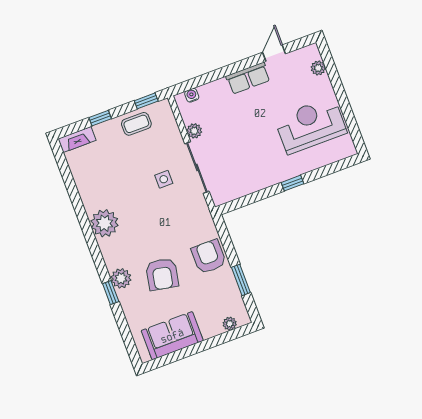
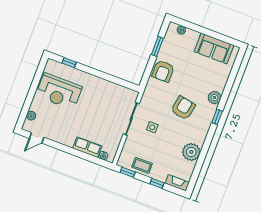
door: (274, 53) -> (37, 138), moved
row of seats: (248, 78) -> (87, 147), moved
plant: (194, 131) -> (117, 138), removed
window: (293, 183) -> (69, 63), moved
plant: (104, 223) -> (191, 152), moved
armchair: (162, 274) -> (183, 108), moved
window: (111, 293) -> (217, 117), moved

